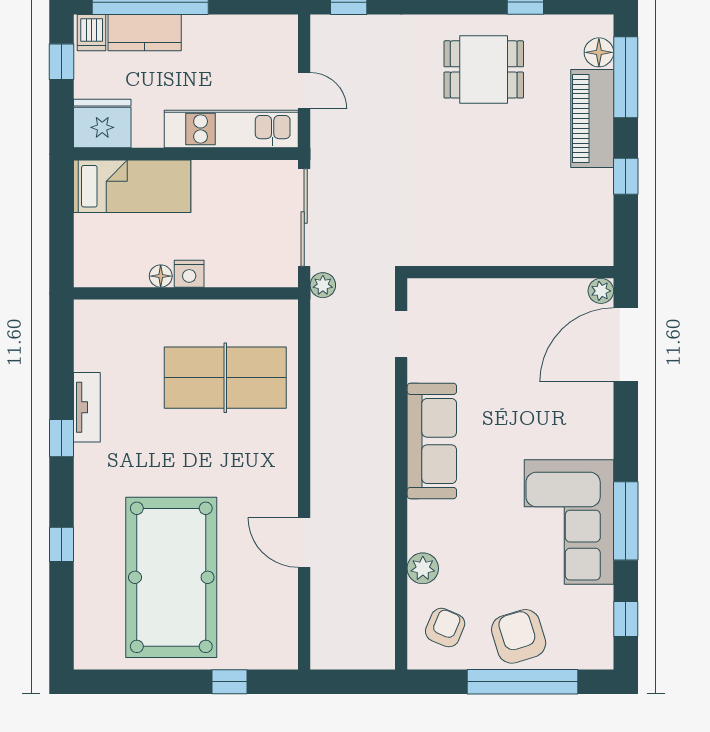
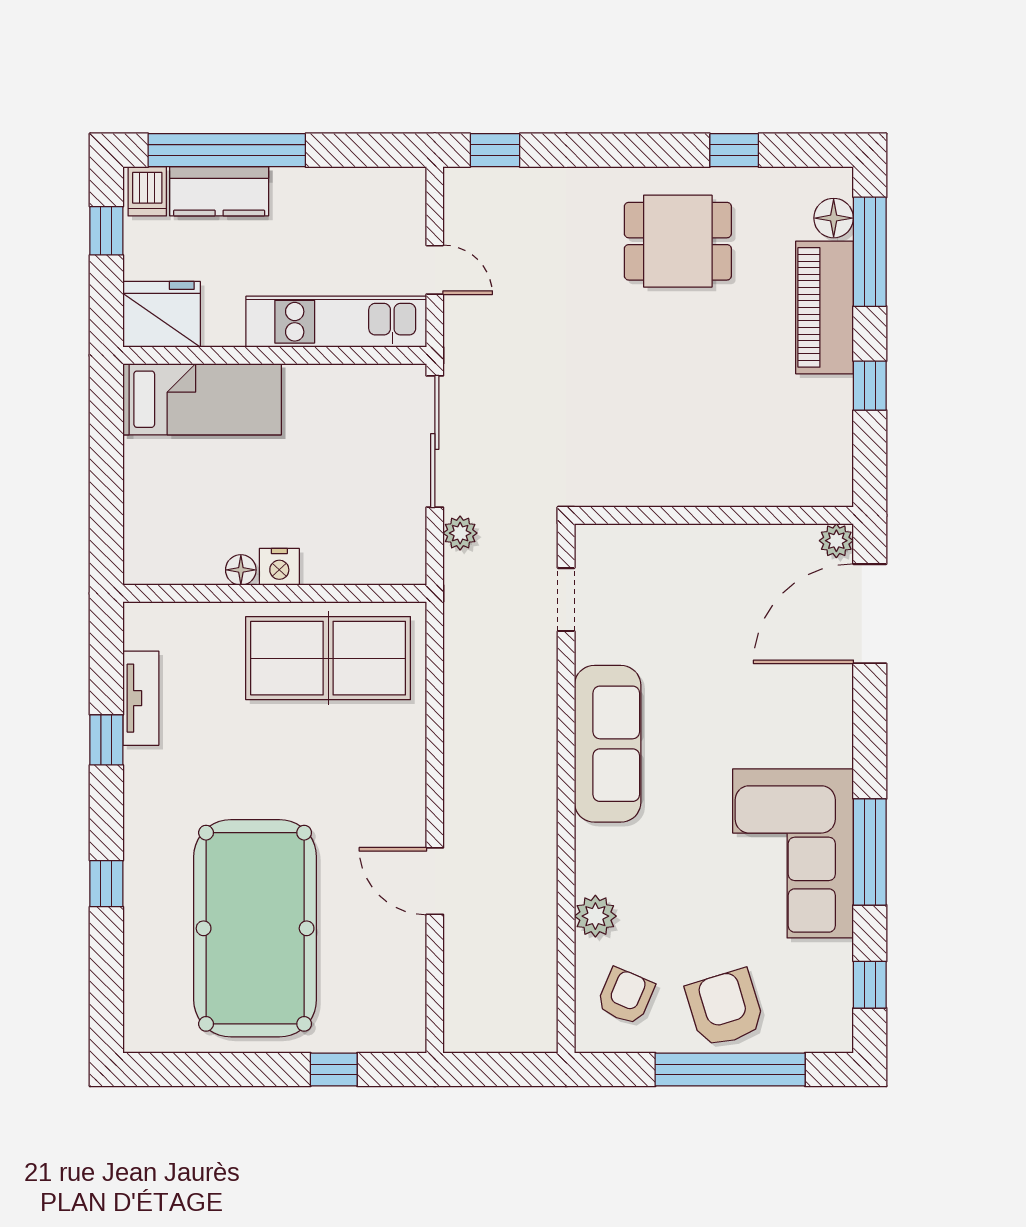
nightstand: (189, 274) -> (279, 567), moved
floor lamp: (161, 276) -> (241, 570), moved
wall: (186, 293) -> (275, 593), moved

